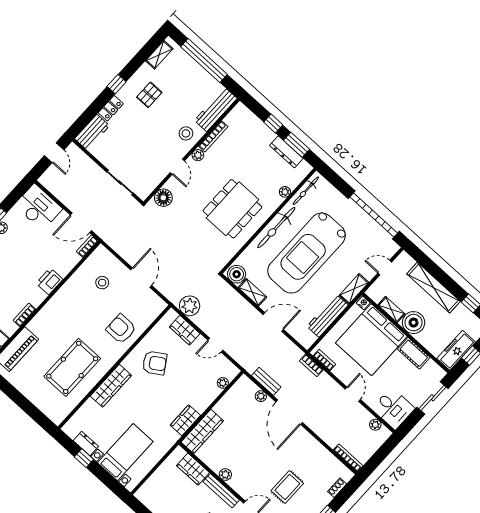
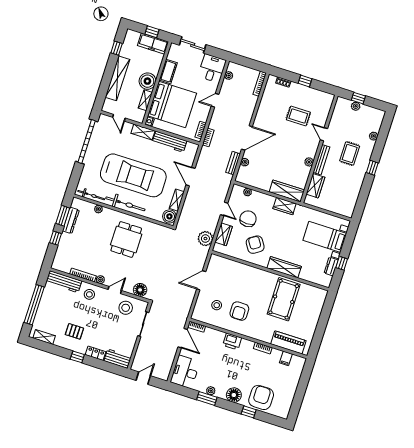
stool: (150, 170) -> (126, 308), added
dining table: (232, 209) -> (126, 239), width x0.73
armchair: (121, 329) -> (239, 311), moved
pool table: (72, 367) -> (284, 299), turned 90
chair: (190, 369) -> (248, 219), added

